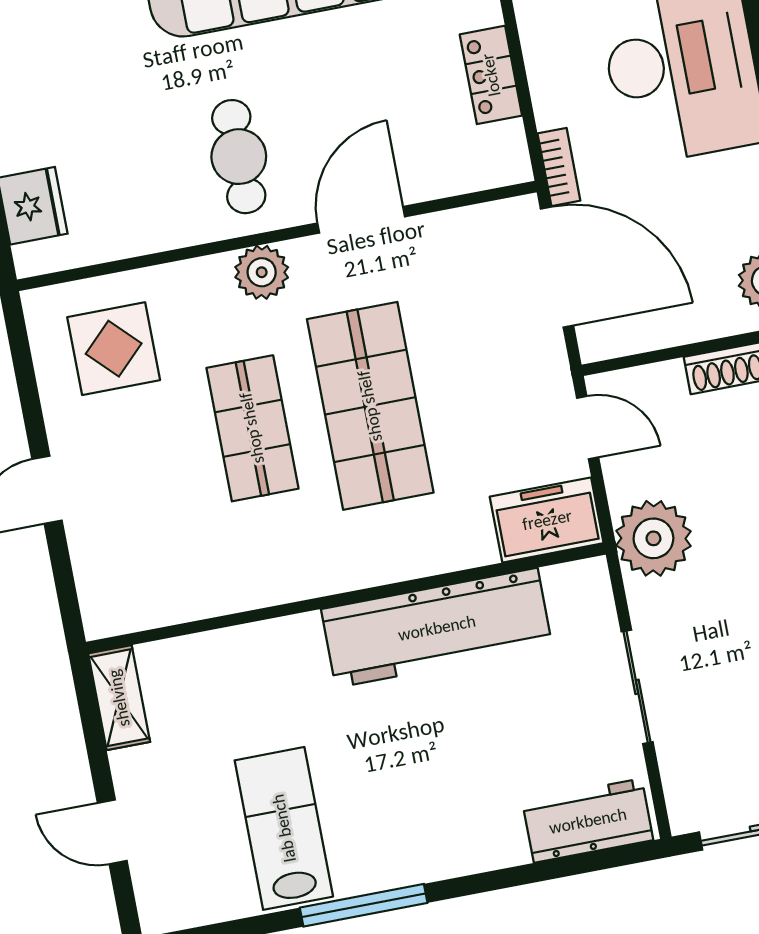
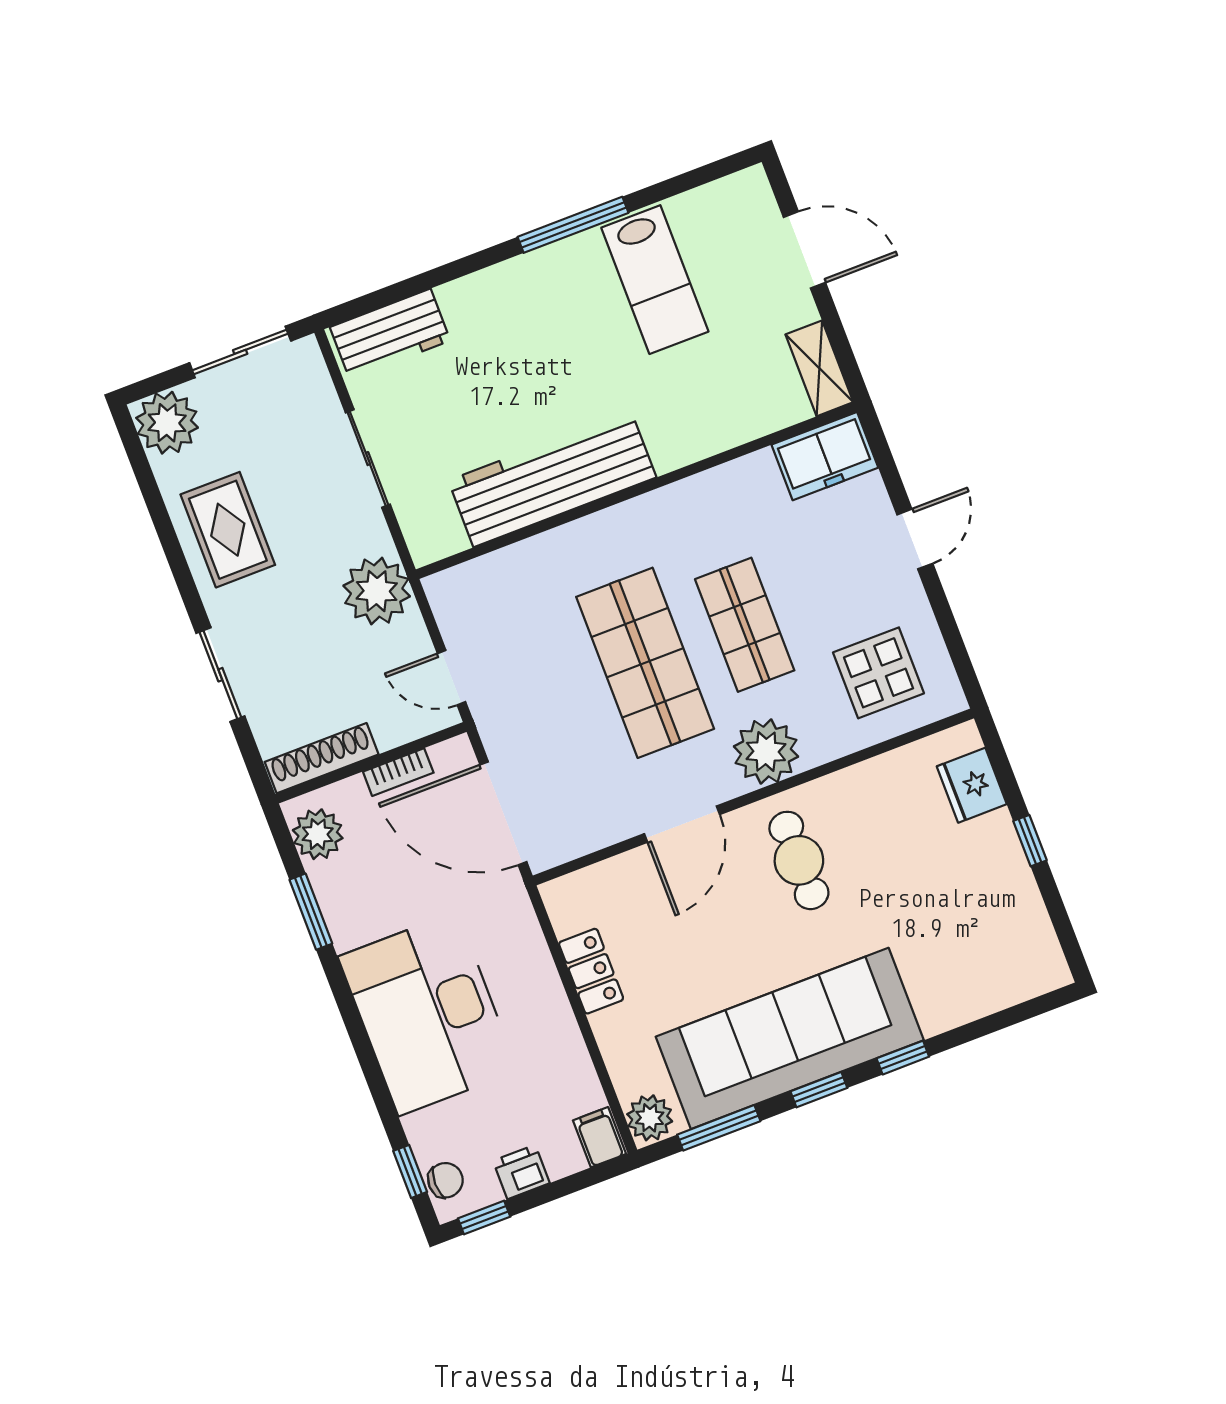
bookcase: (559, 167) -> (398, 772), moved, turned -90
plant: (262, 272) -> (766, 752), width x1.36, depth x1.36
freezer: (547, 520) -> (825, 456), moved
door: (112, 832) -> (804, 250), width x1.38

